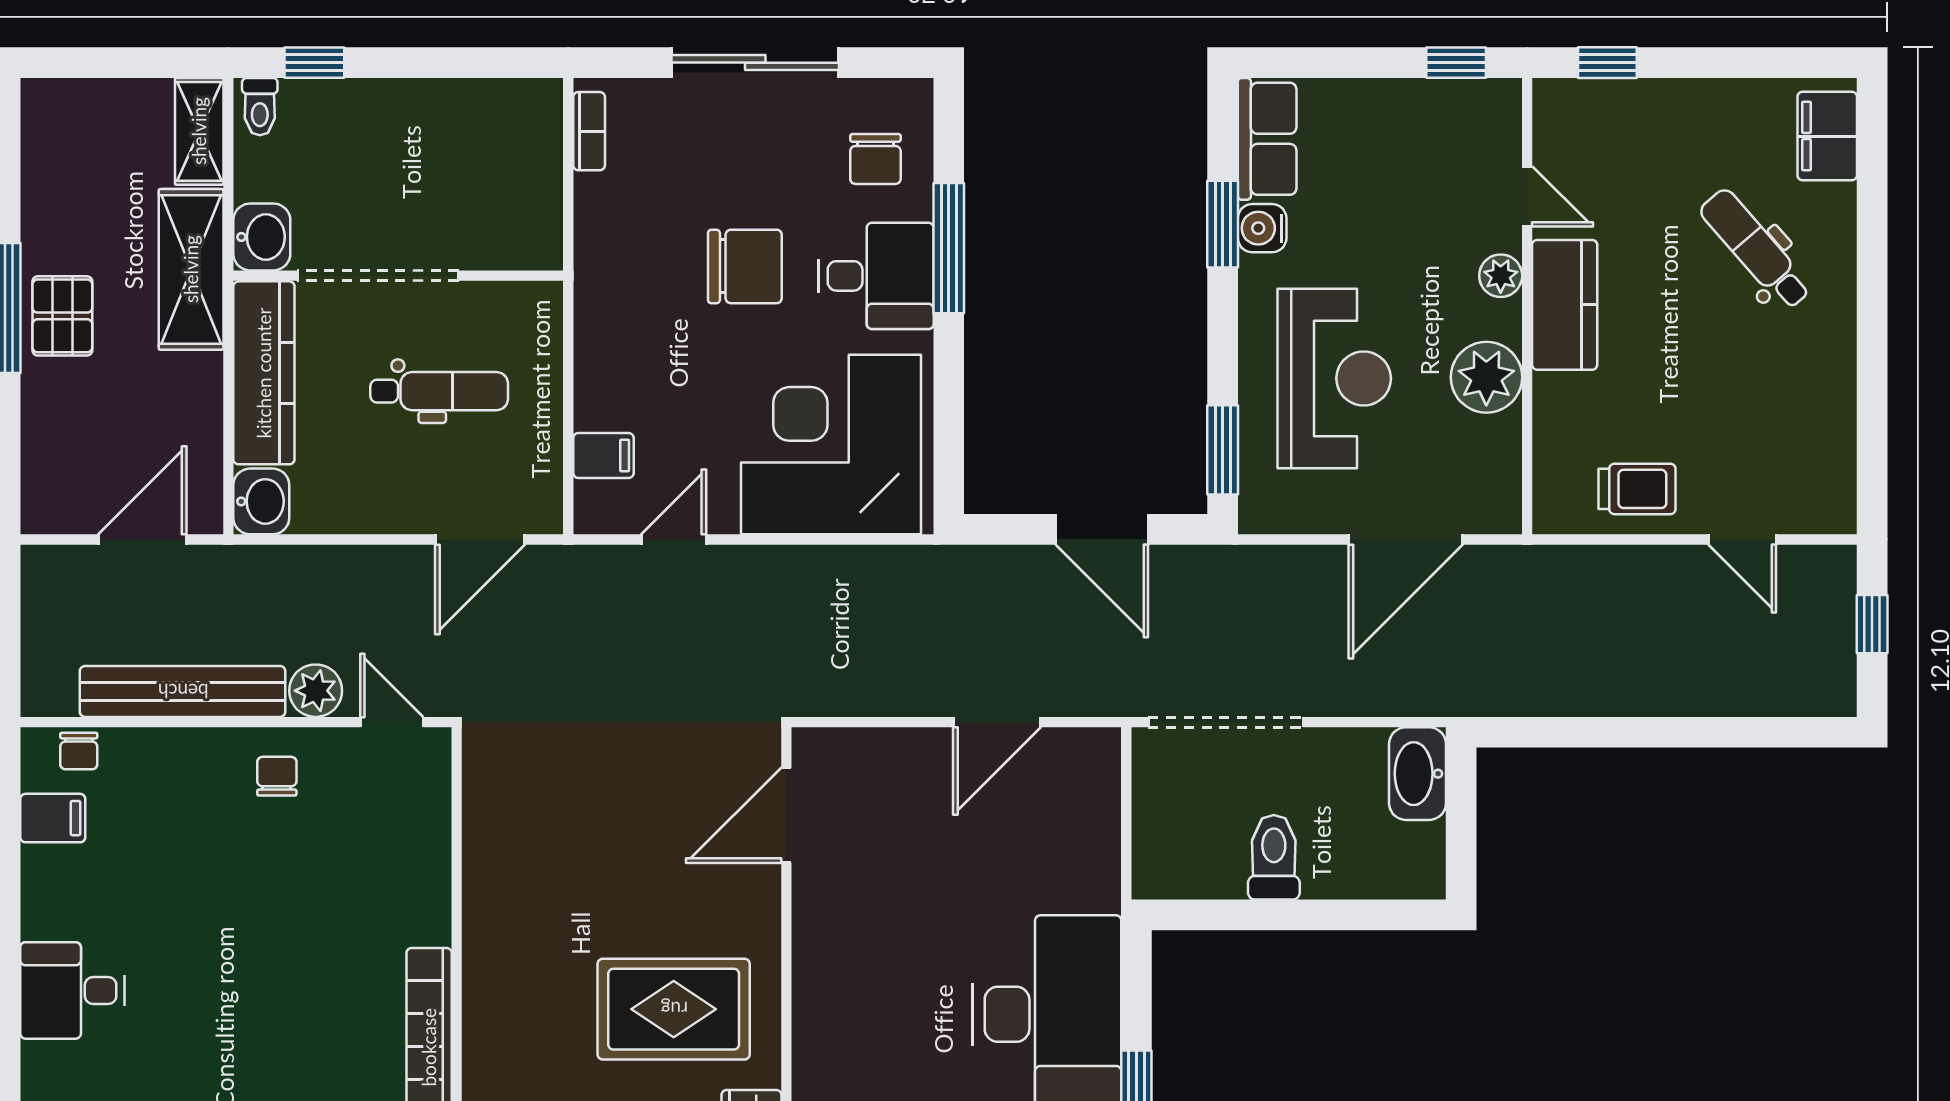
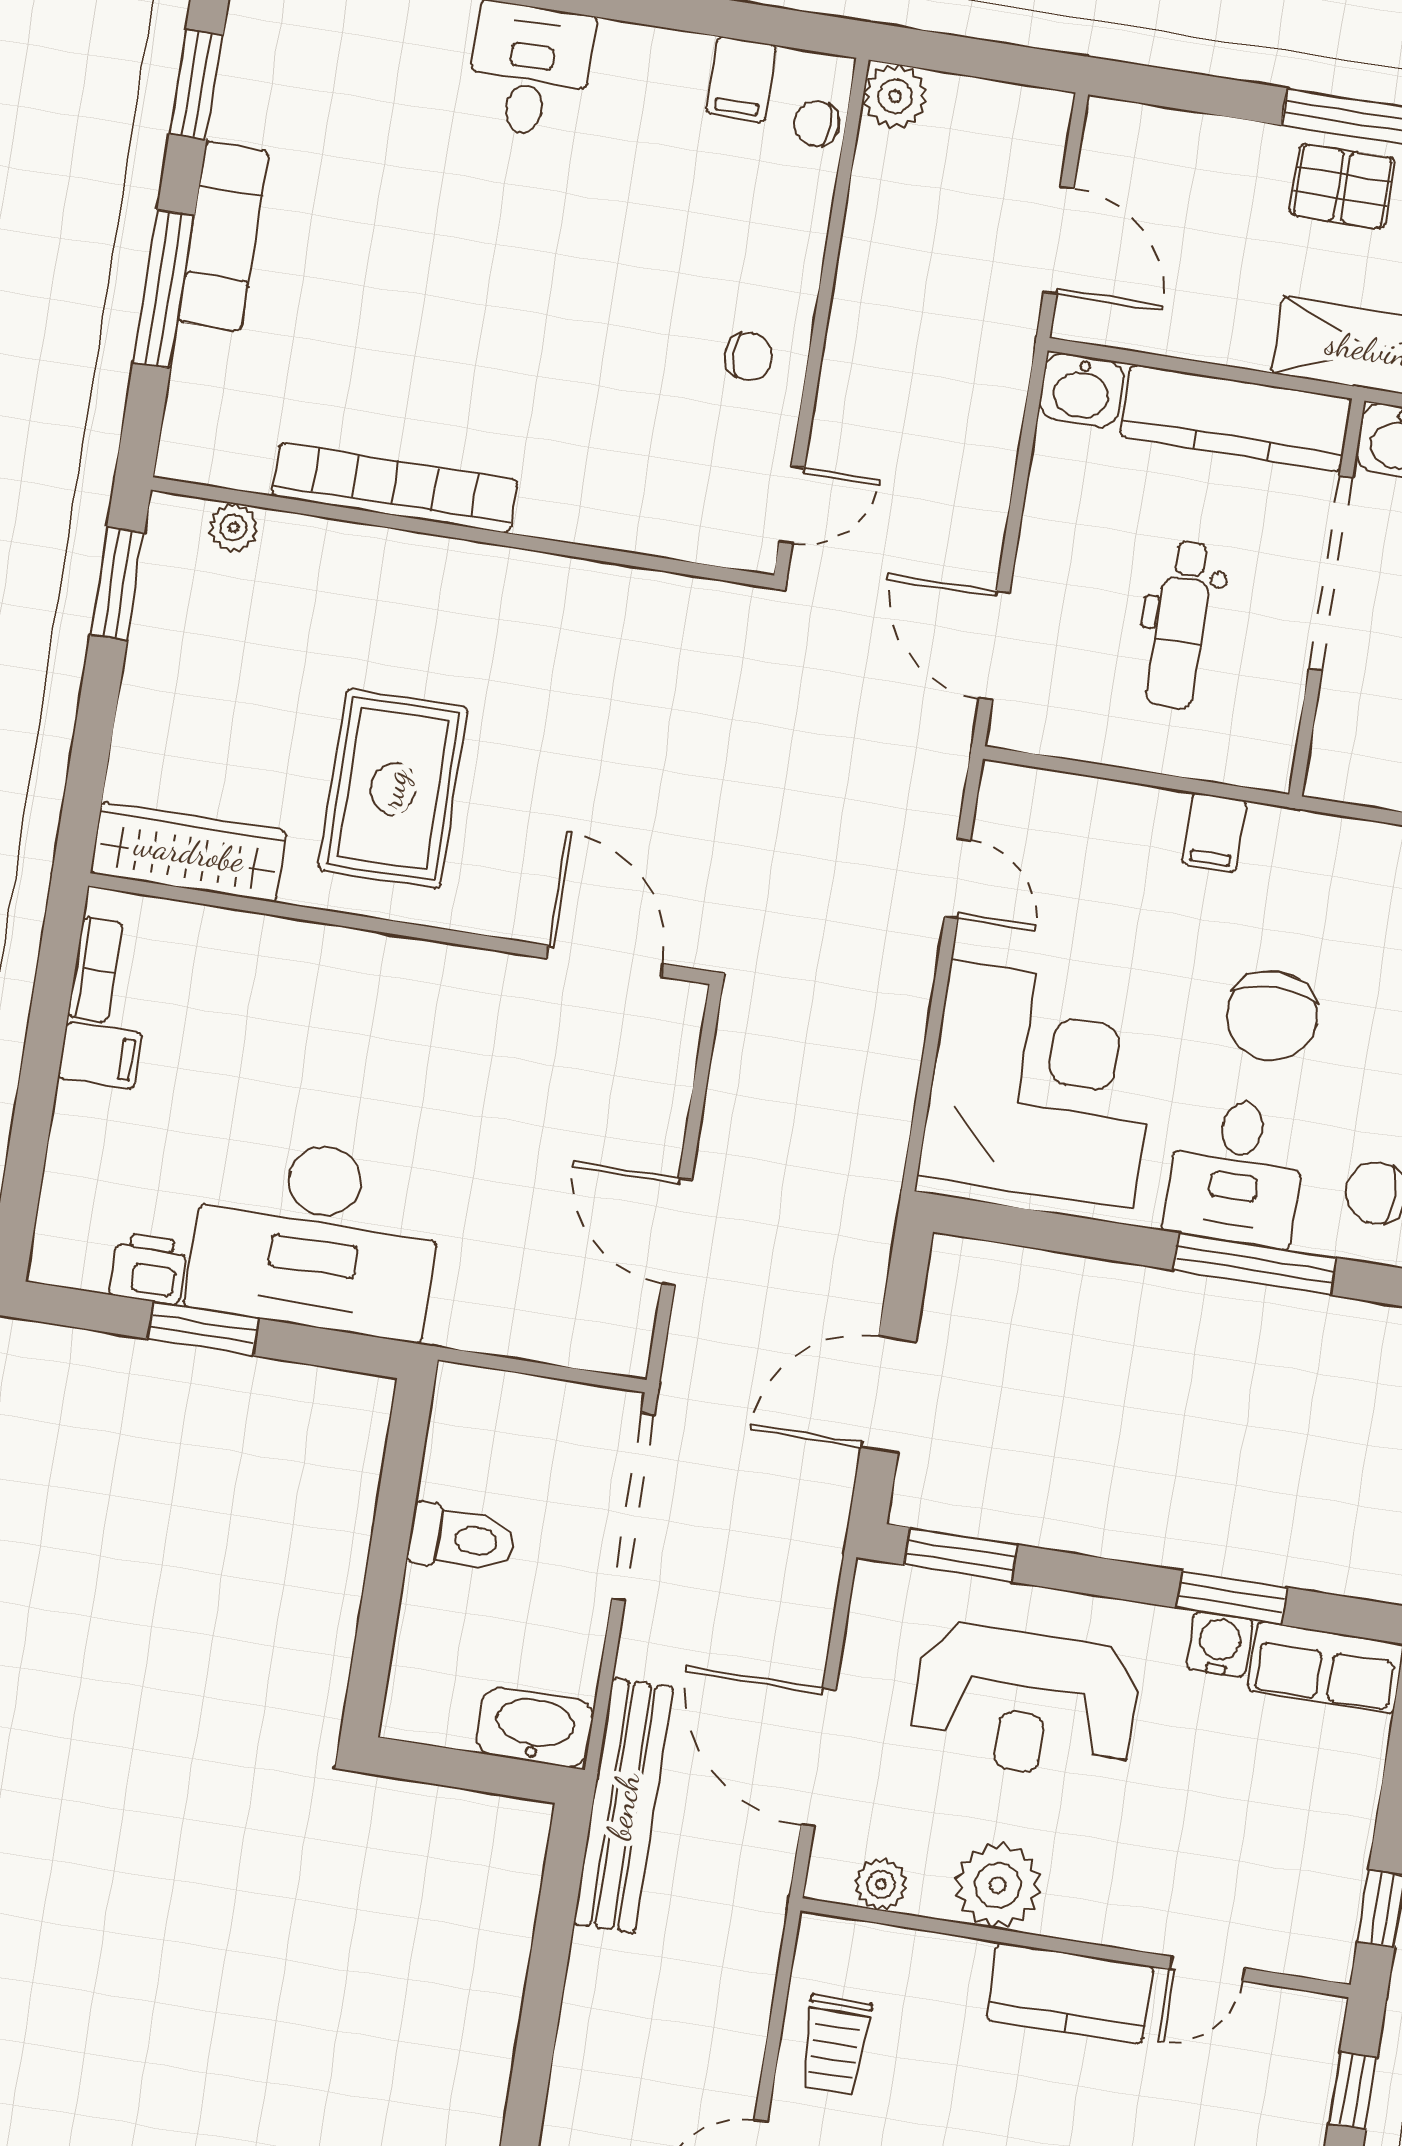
plant: (1501, 276) -> (881, 1884), moved
filing cabinet: (603, 456) -> (1214, 832), moved
bench: (183, 691) -> (623, 1806), moved
plant: (316, 691) -> (895, 96), moved

